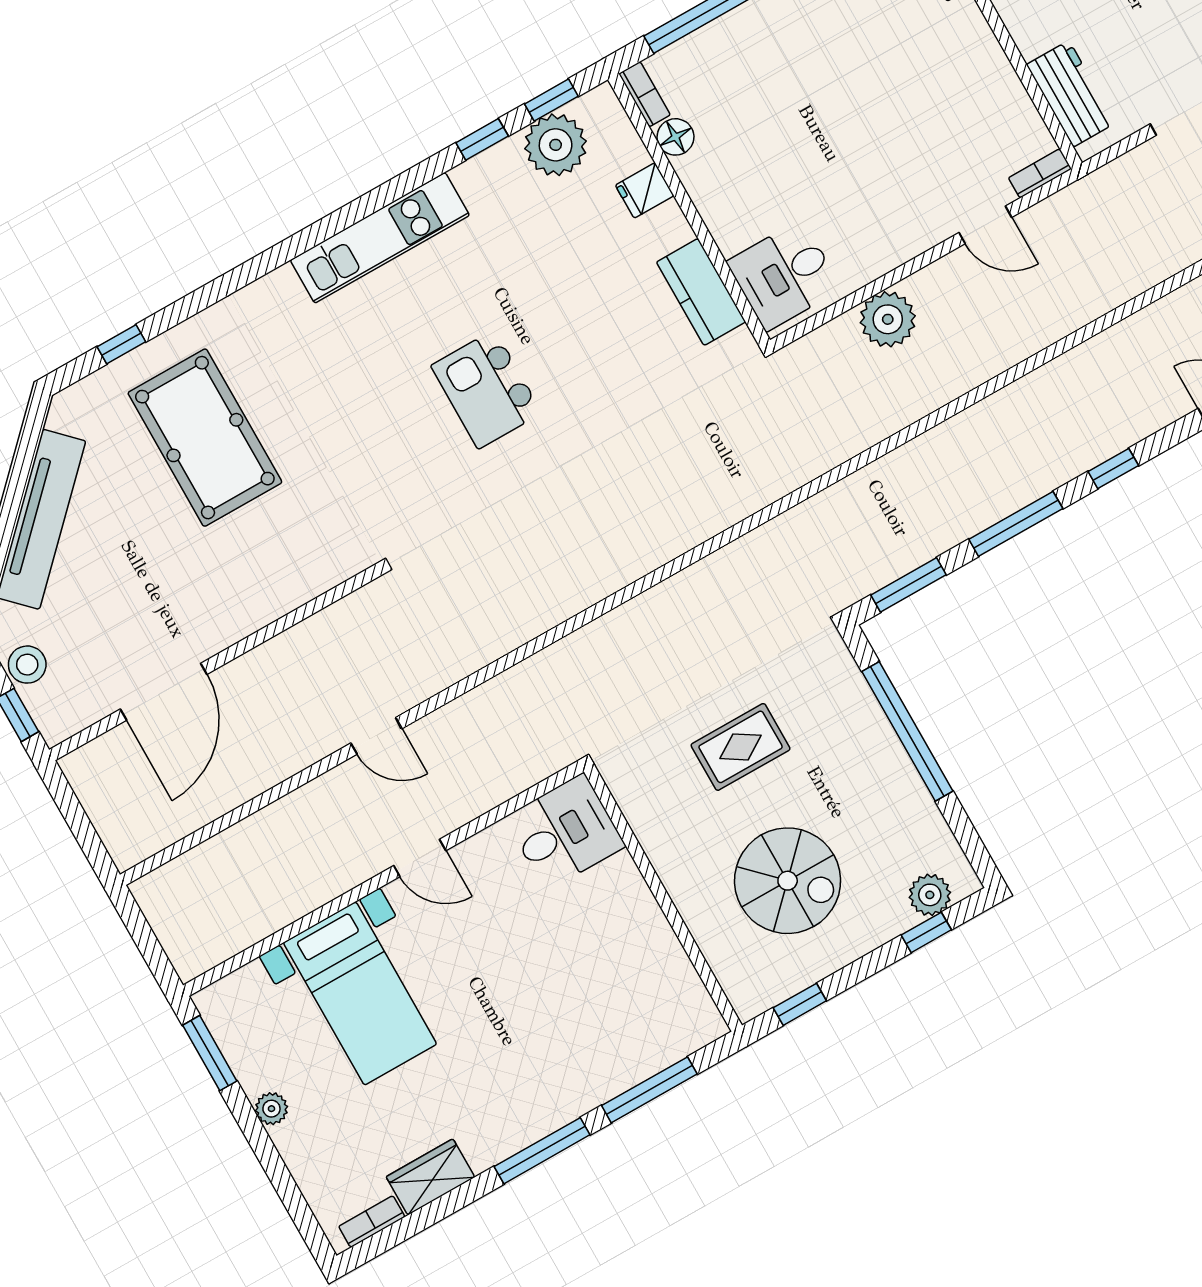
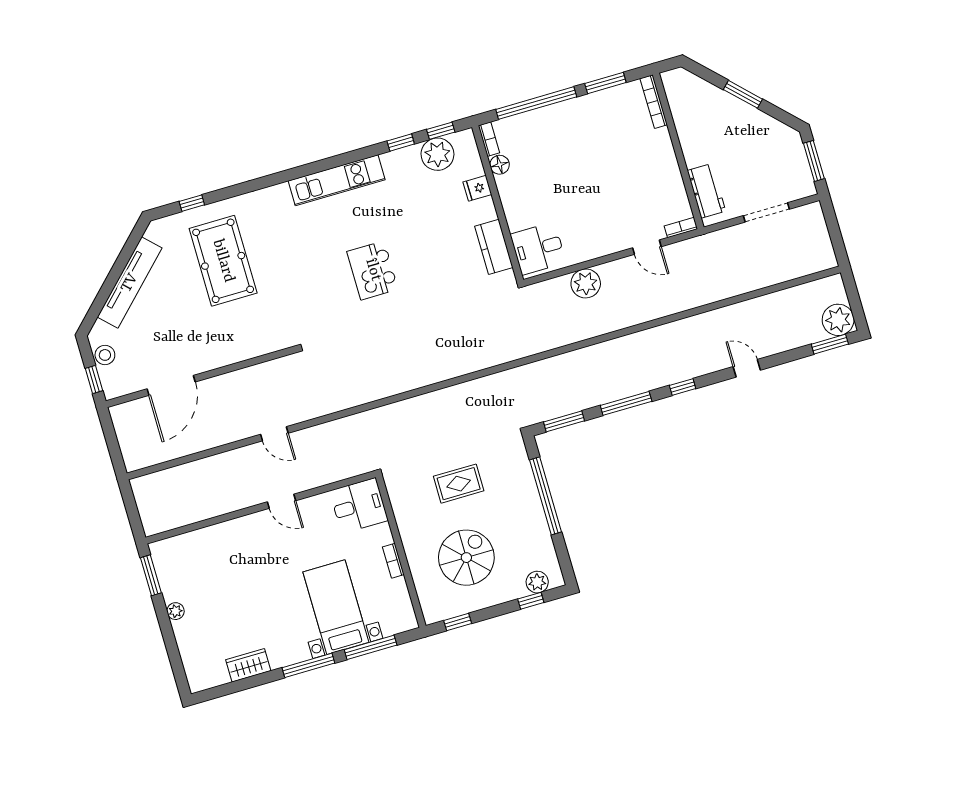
spiral stairs: (788, 881) -> (466, 558), turned -90
bed with nightstands: (360, 993) -> (336, 607), moved, turned 180
bookcase: (372, 1222) -> (393, 561), moved, turned -90

